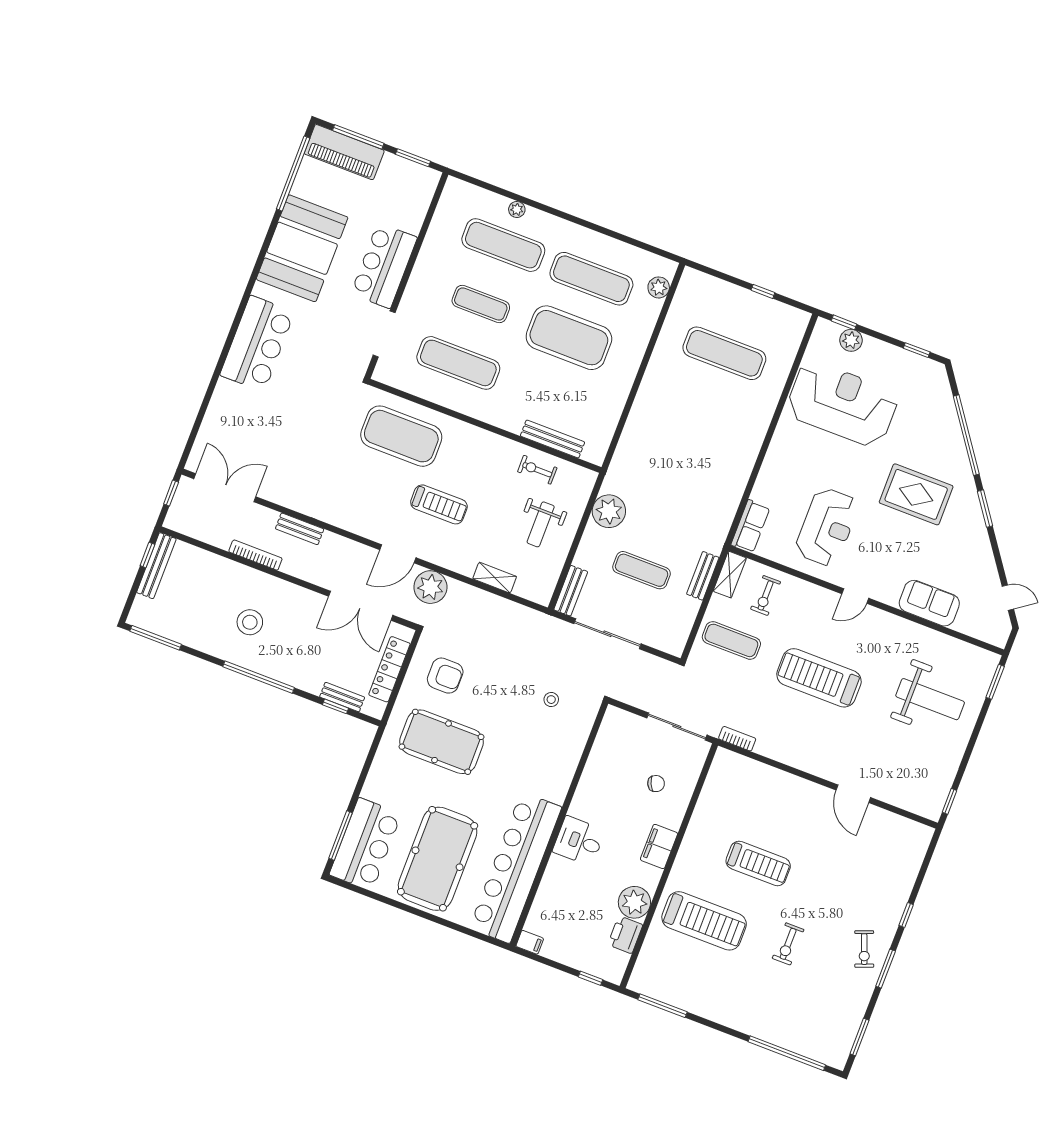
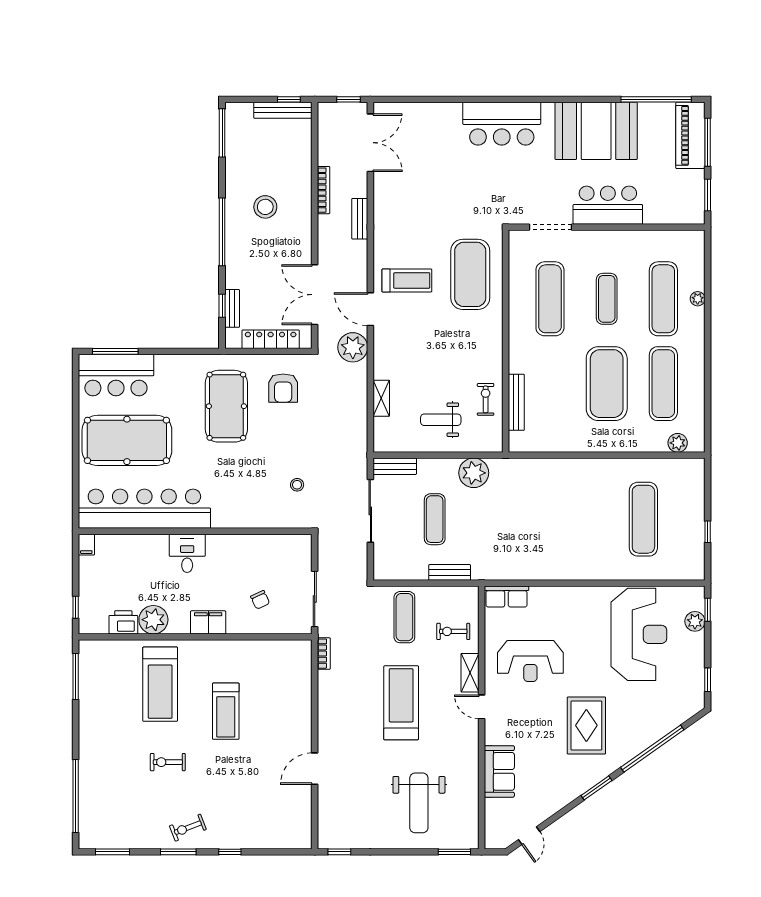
treadmill: (439, 504) -> (407, 280), moved, turned -90
shelving: (730, 575) -> (470, 673), moved, turned 90

